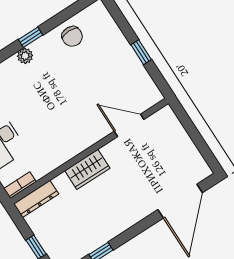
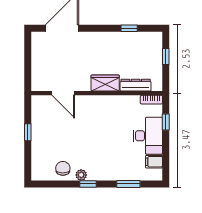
plant: (25, 56) -> (81, 175), moved
dresser: (36, 199) -> (136, 85), moved

